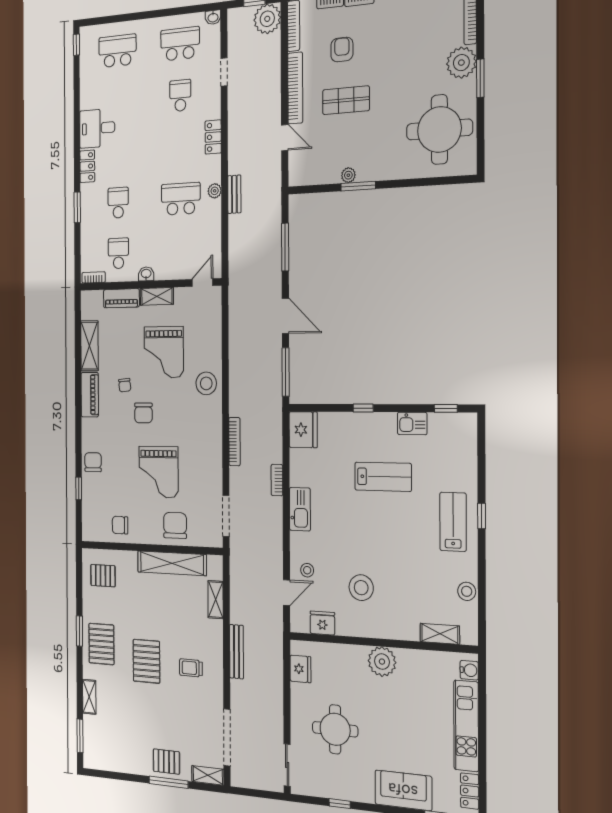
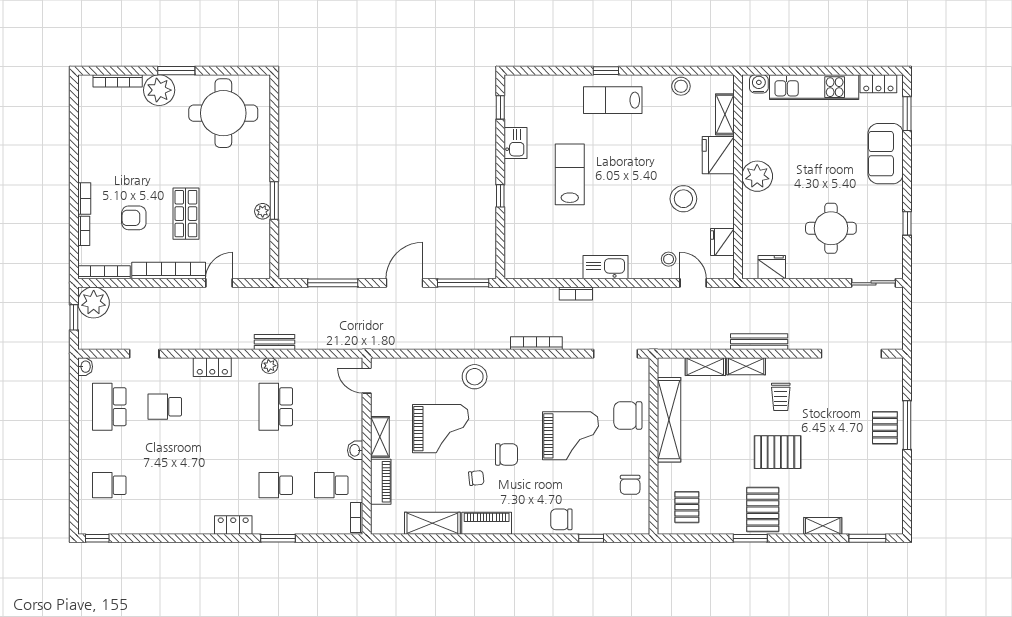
school desk: (117, 51) -> (109, 485), width x0.54
desk: (97, 128) -> (192, 512), removed
fridge: (303, 430) -> (718, 155), moved, turned -90
pallet: (101, 644) -> (763, 510), turned 90
shelving: (208, 775) -> (746, 366), moved, turned 90

